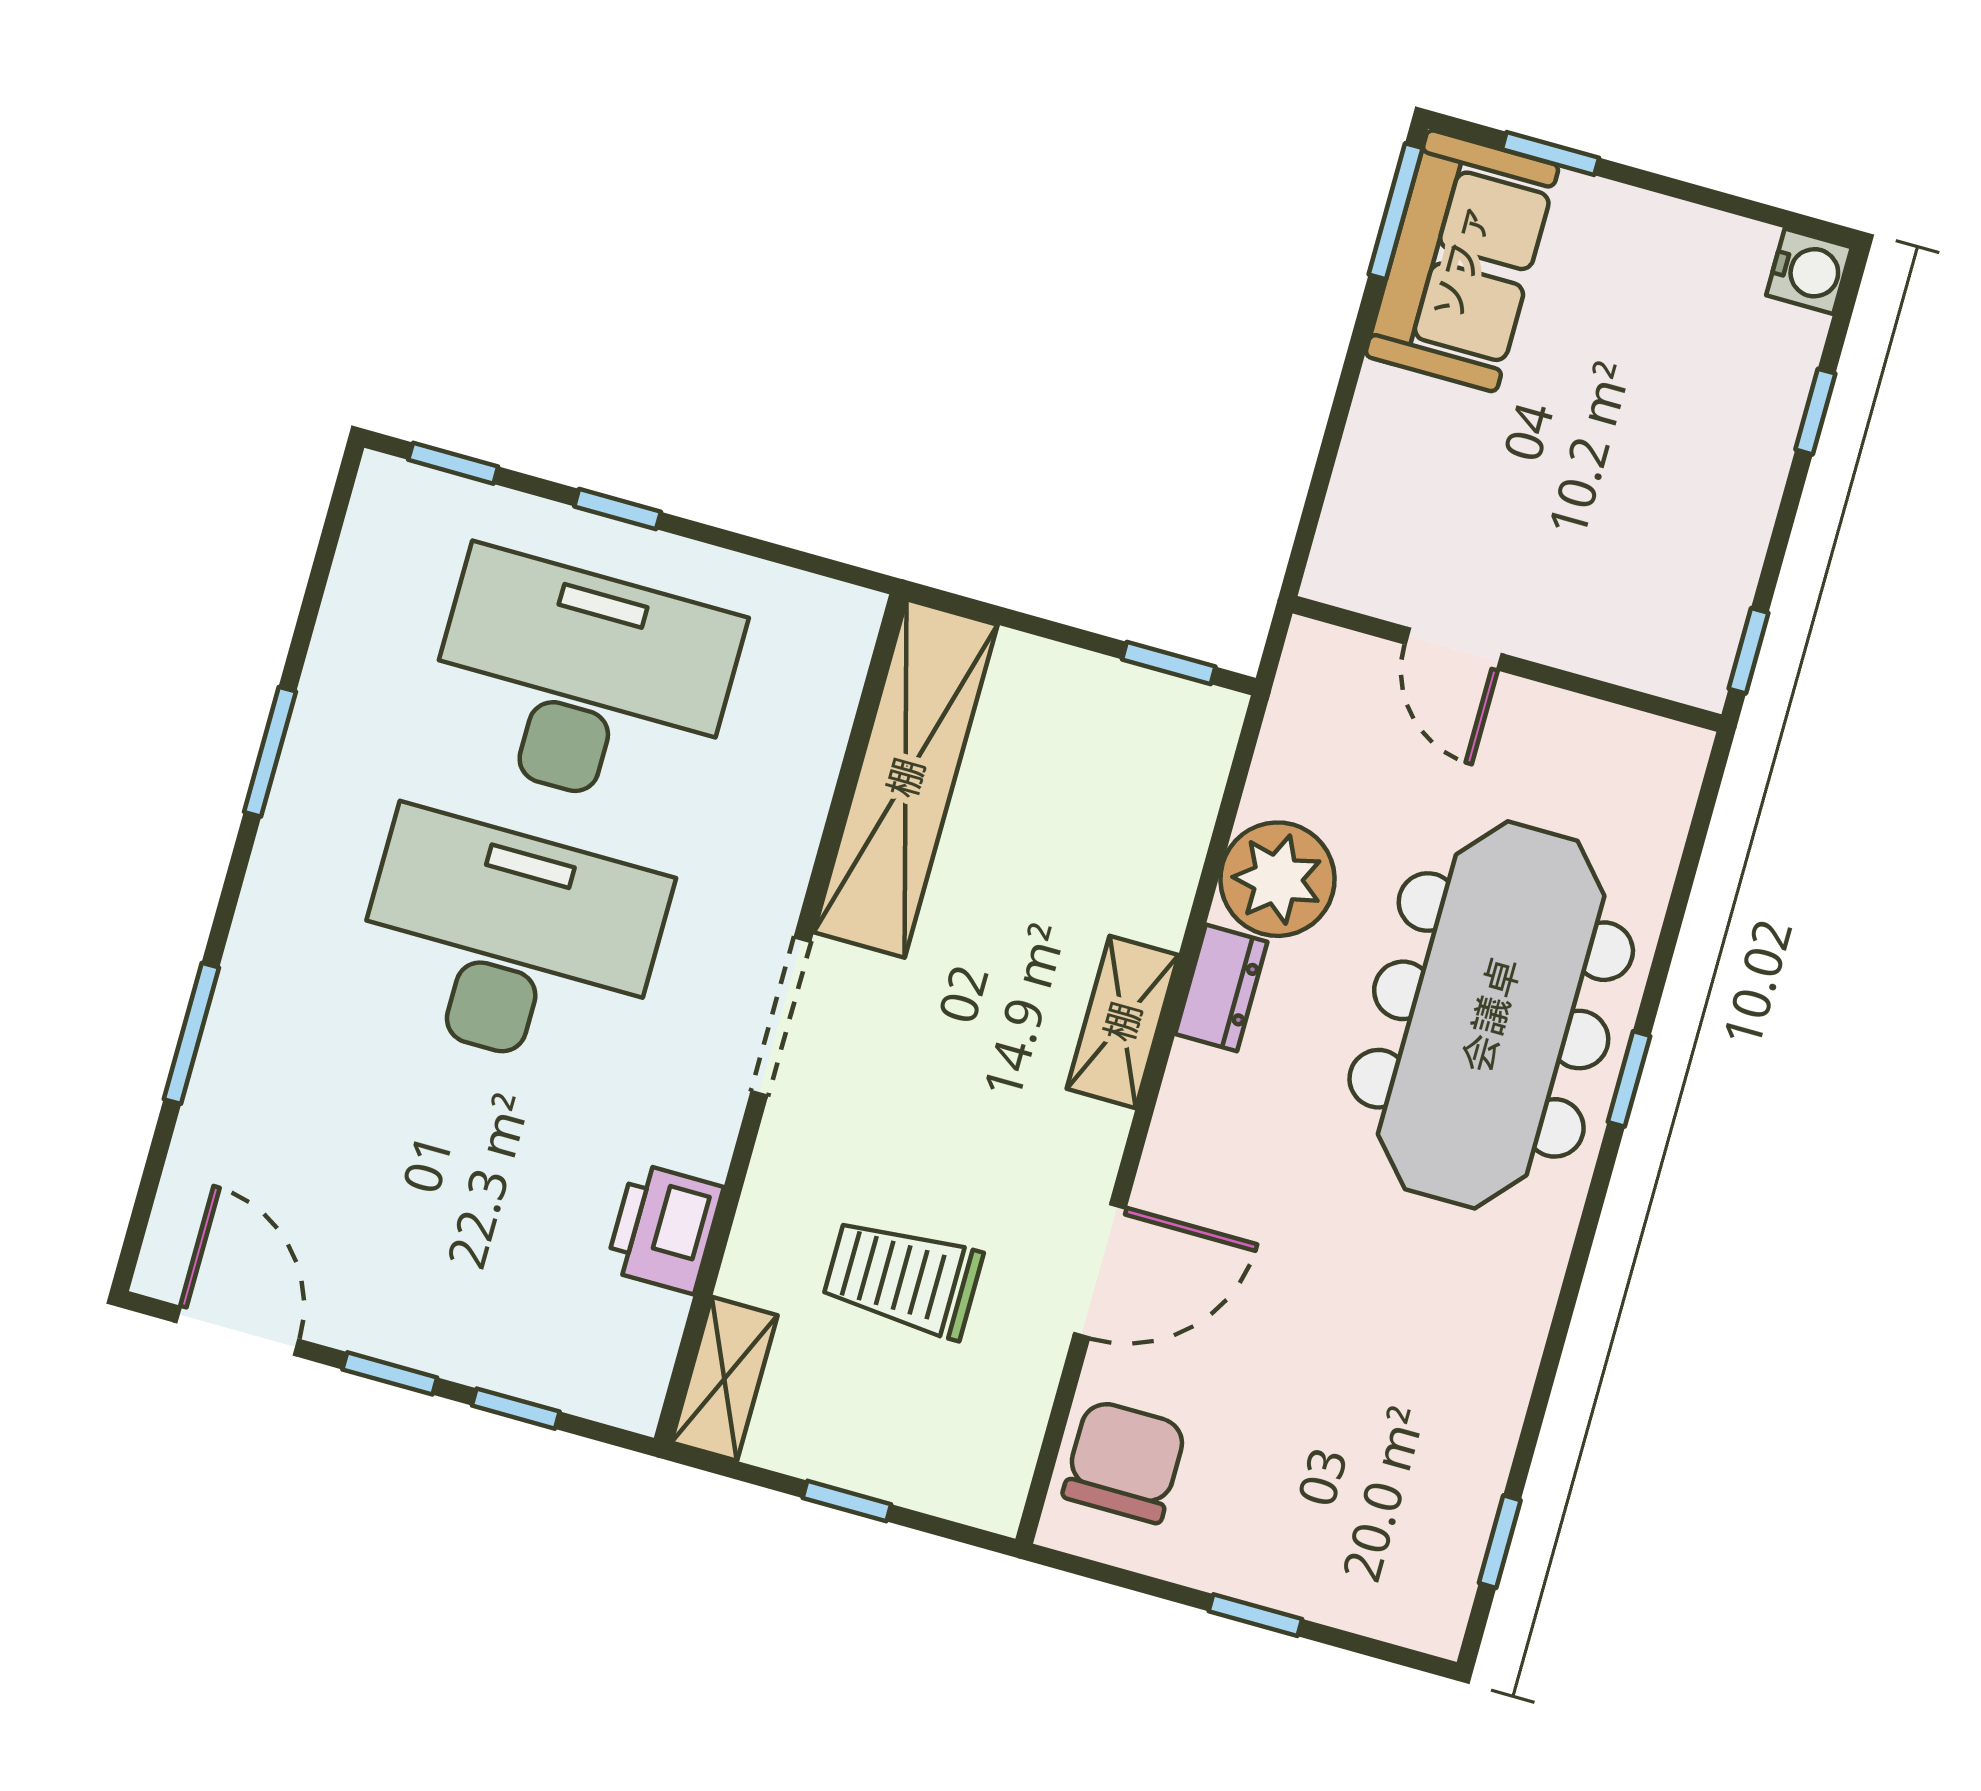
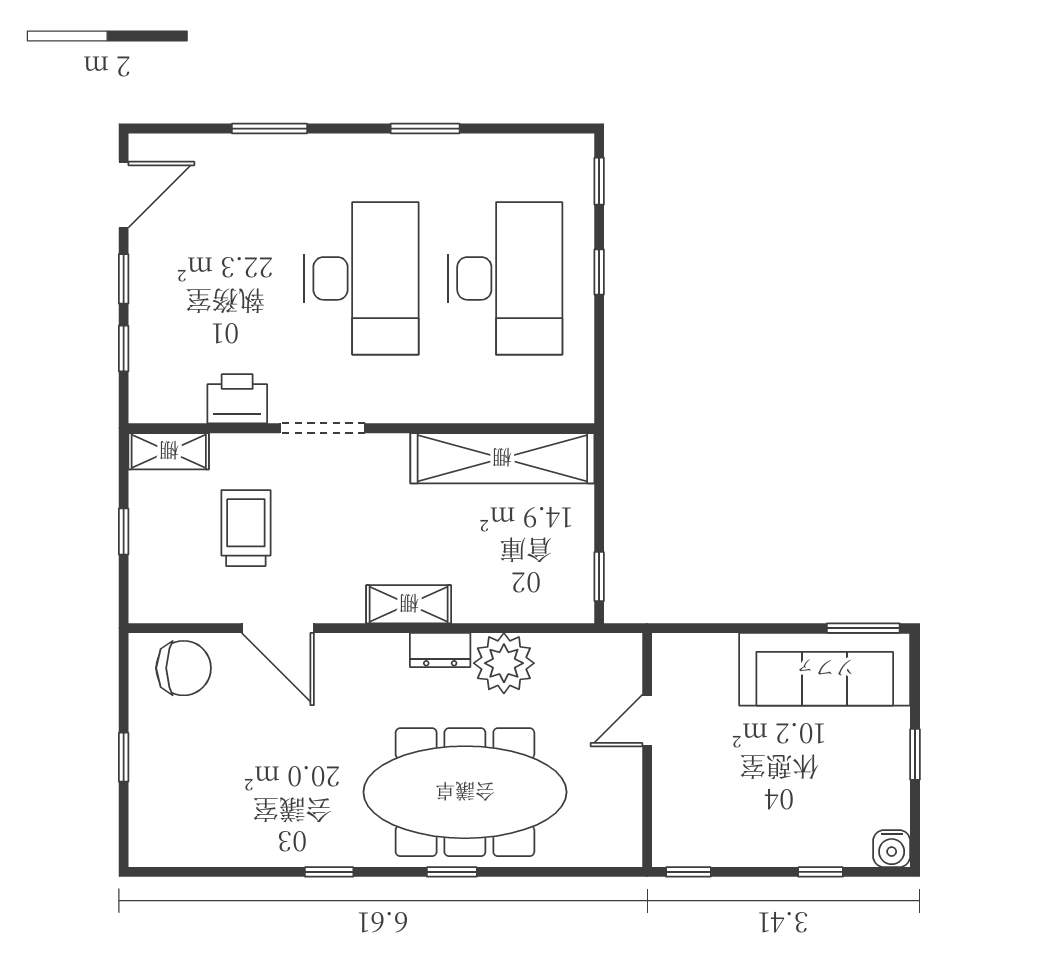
window: (1550, 154) -> (915, 754), moved
sofa: (1462, 261) -> (825, 669), width x1.36
doorway: (781, 1016) -> (323, 428), moved
window: (1500, 1542) -> (329, 872), moved

